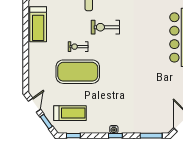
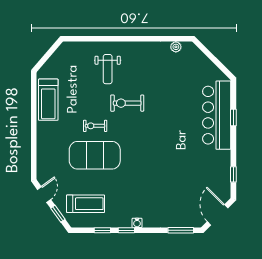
window: (73, 136) -> (102, 230), moved
window: (115, 136) -> (126, 230), moved

